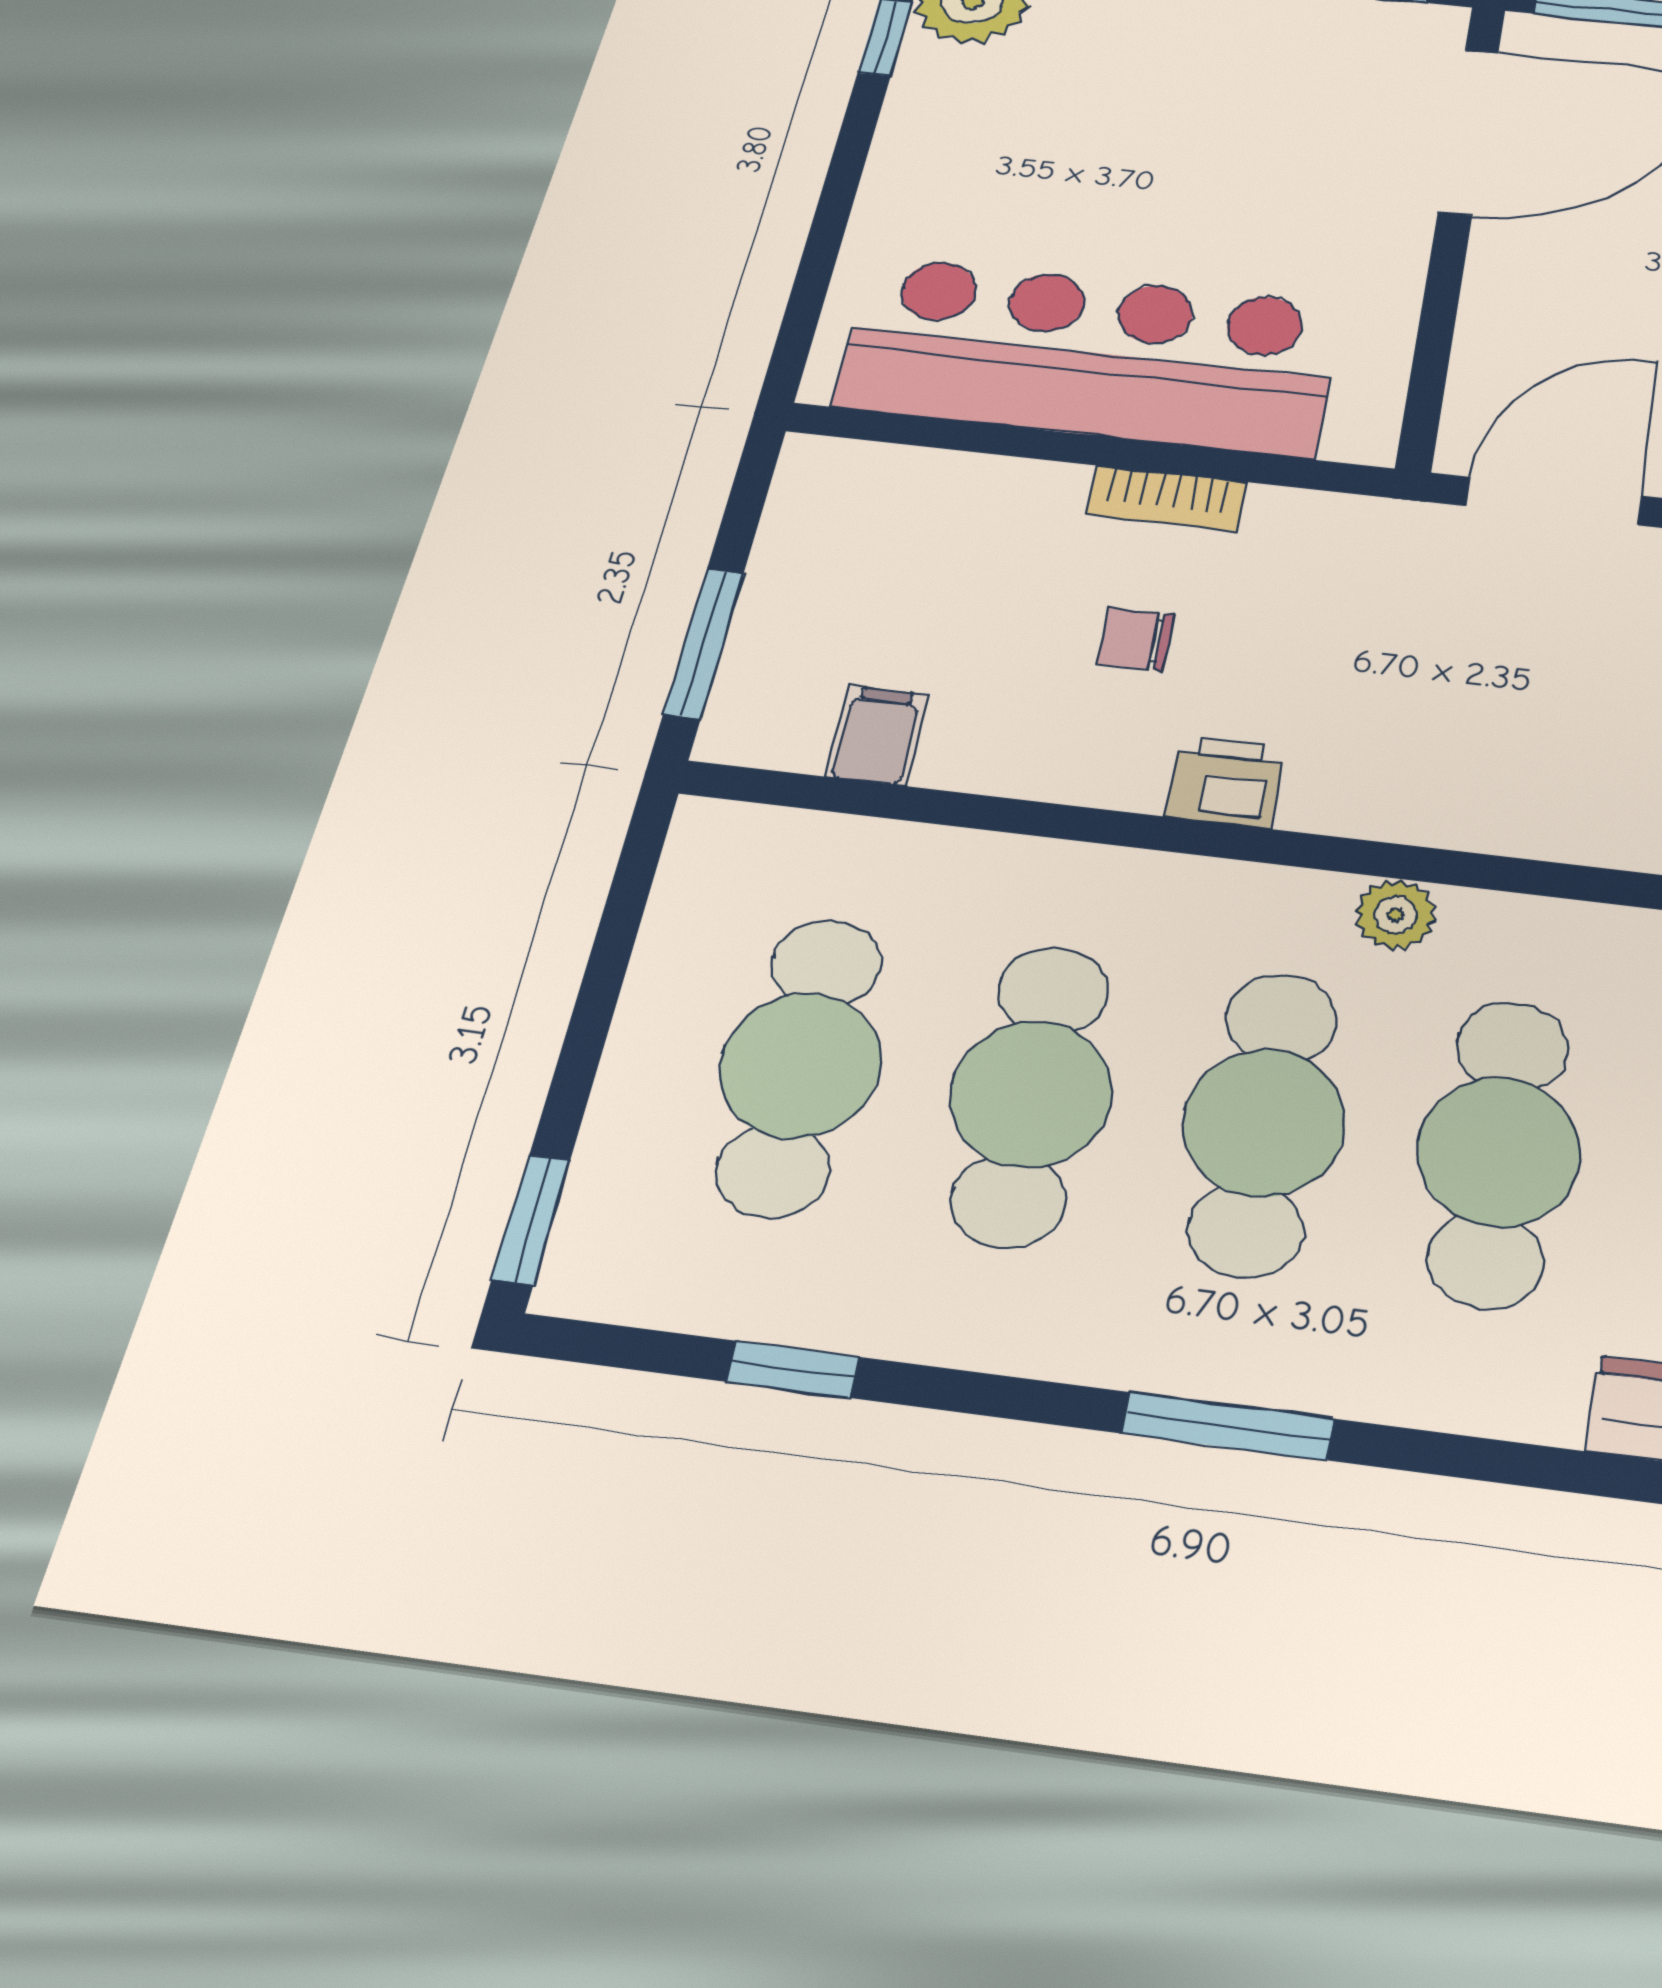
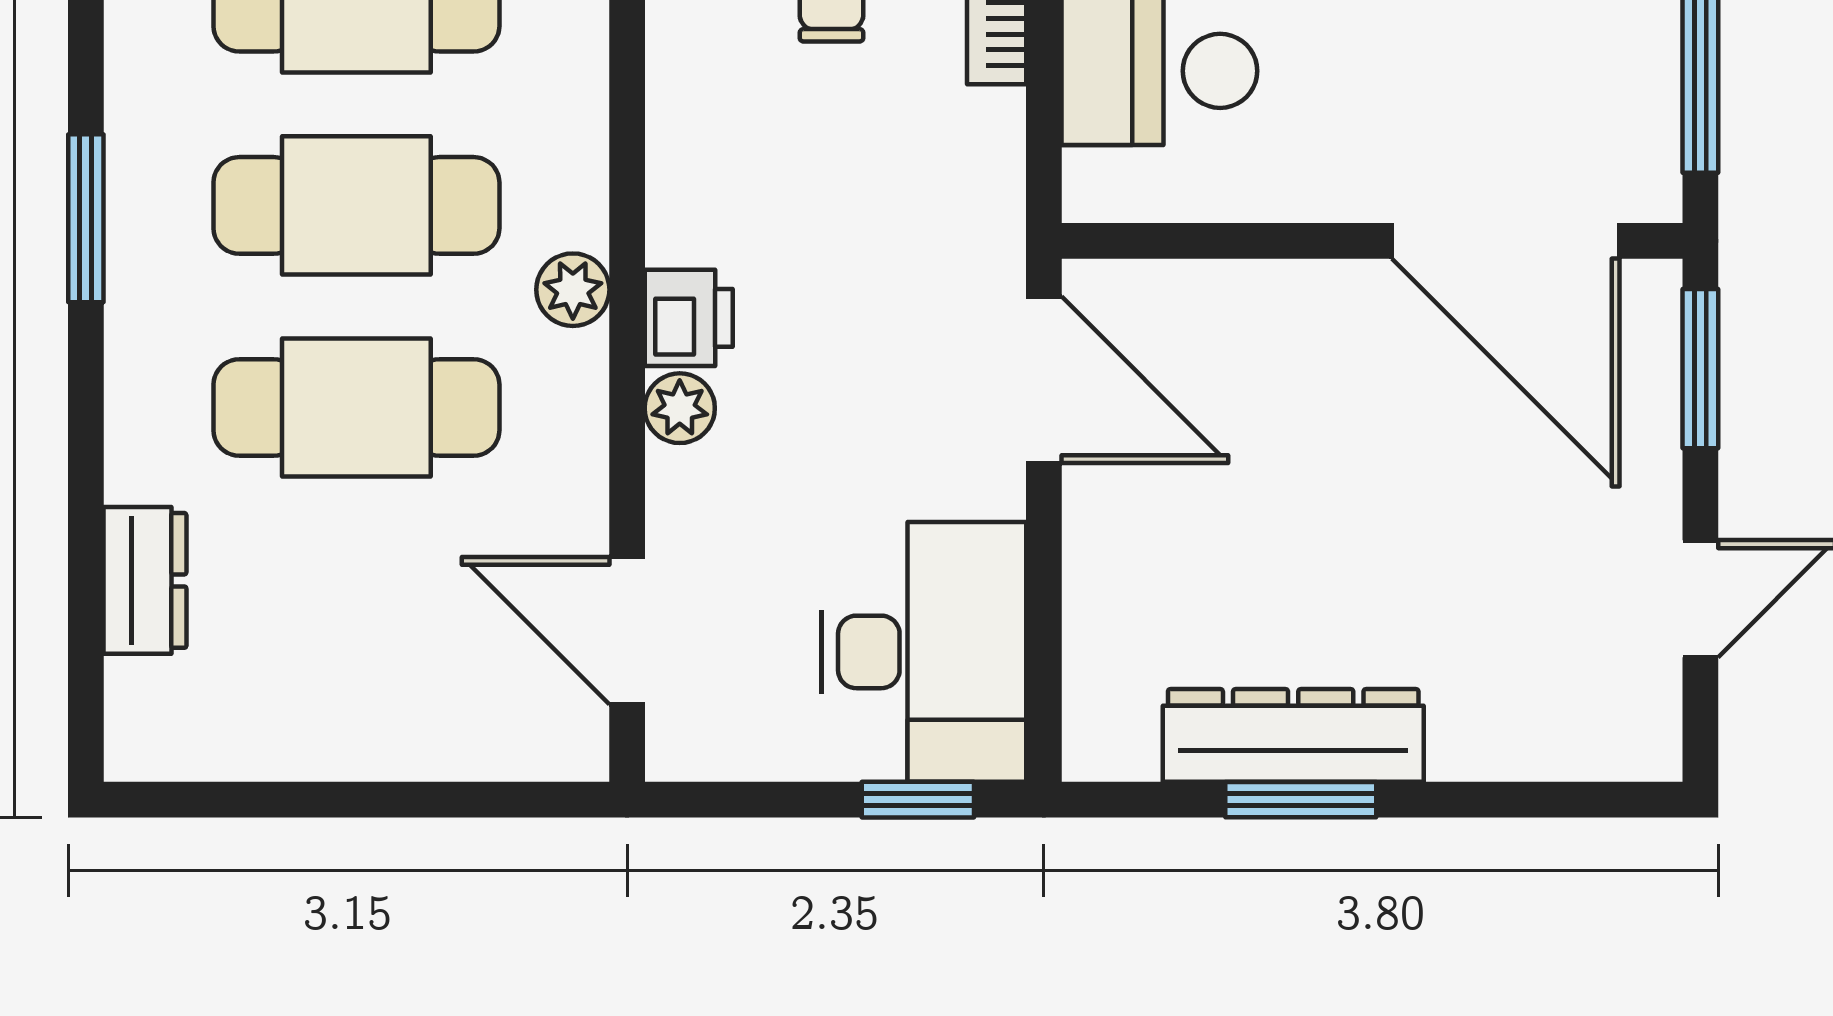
printer: (1225, 782) -> (689, 318), moved
plant: (1542, 827) -> (680, 408), added

